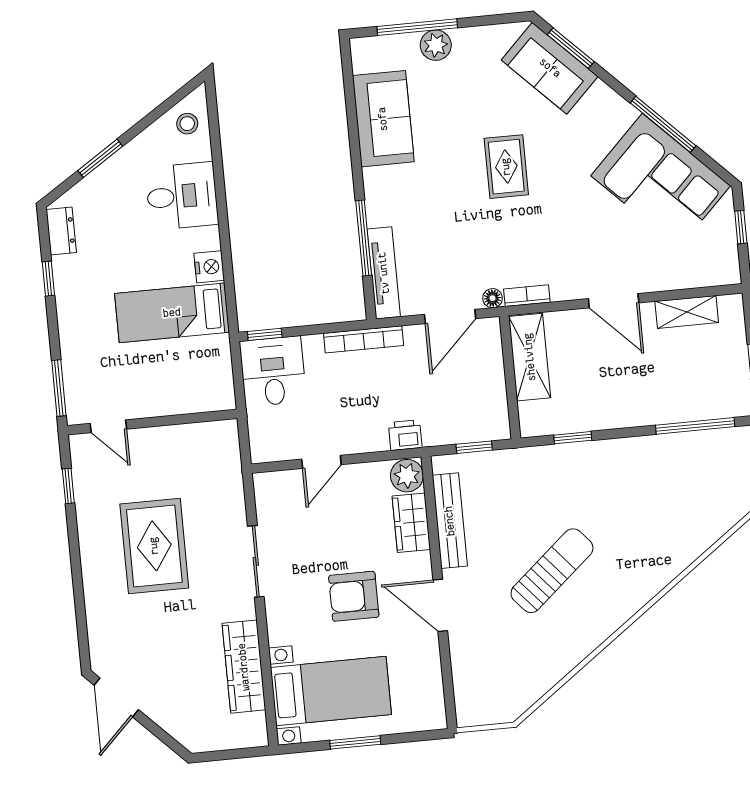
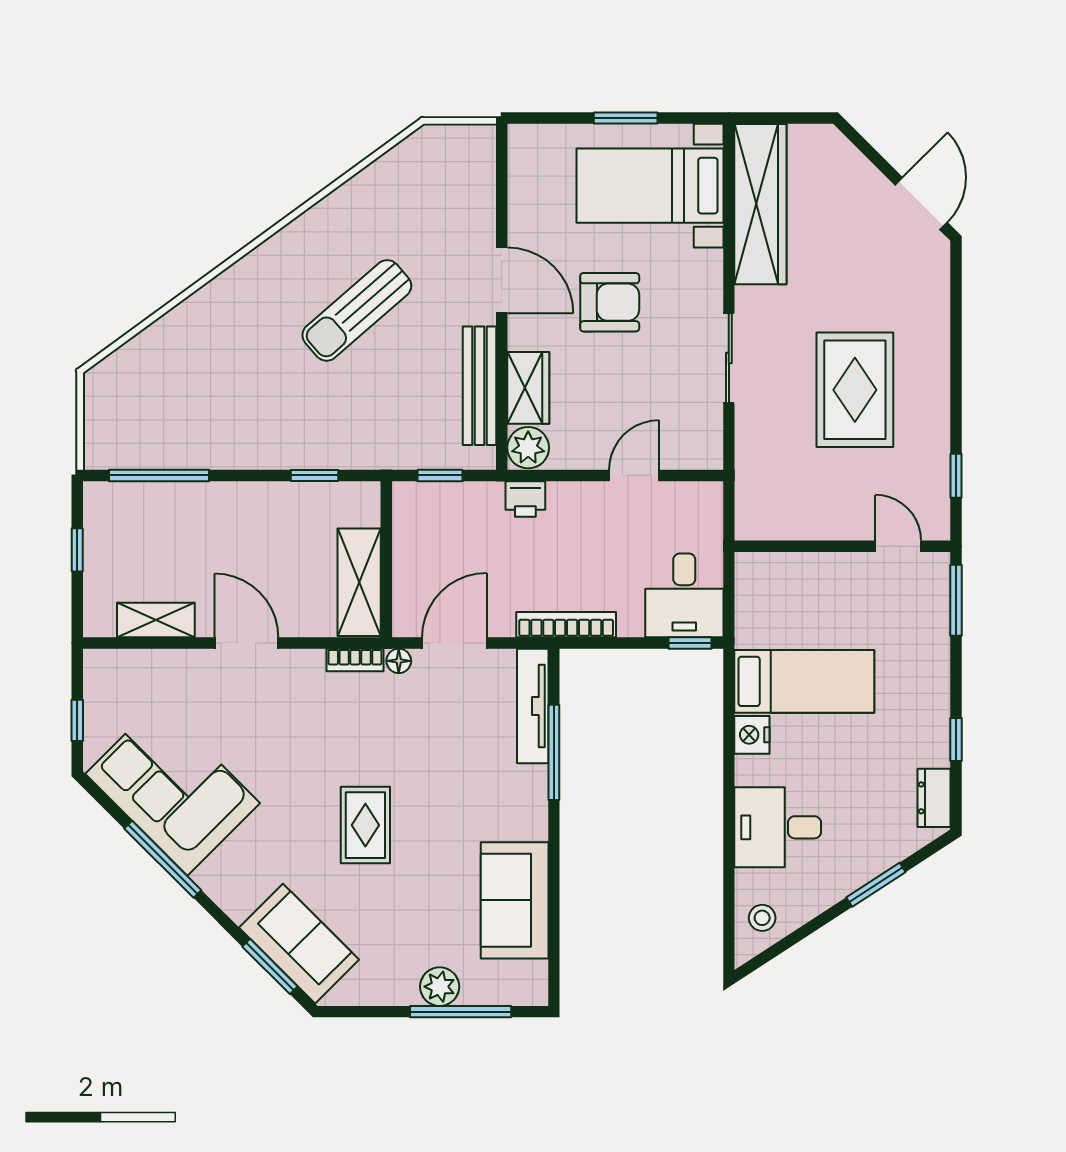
wardrobe: (244, 667) -> (760, 204), width x1.40, depth x1.17

